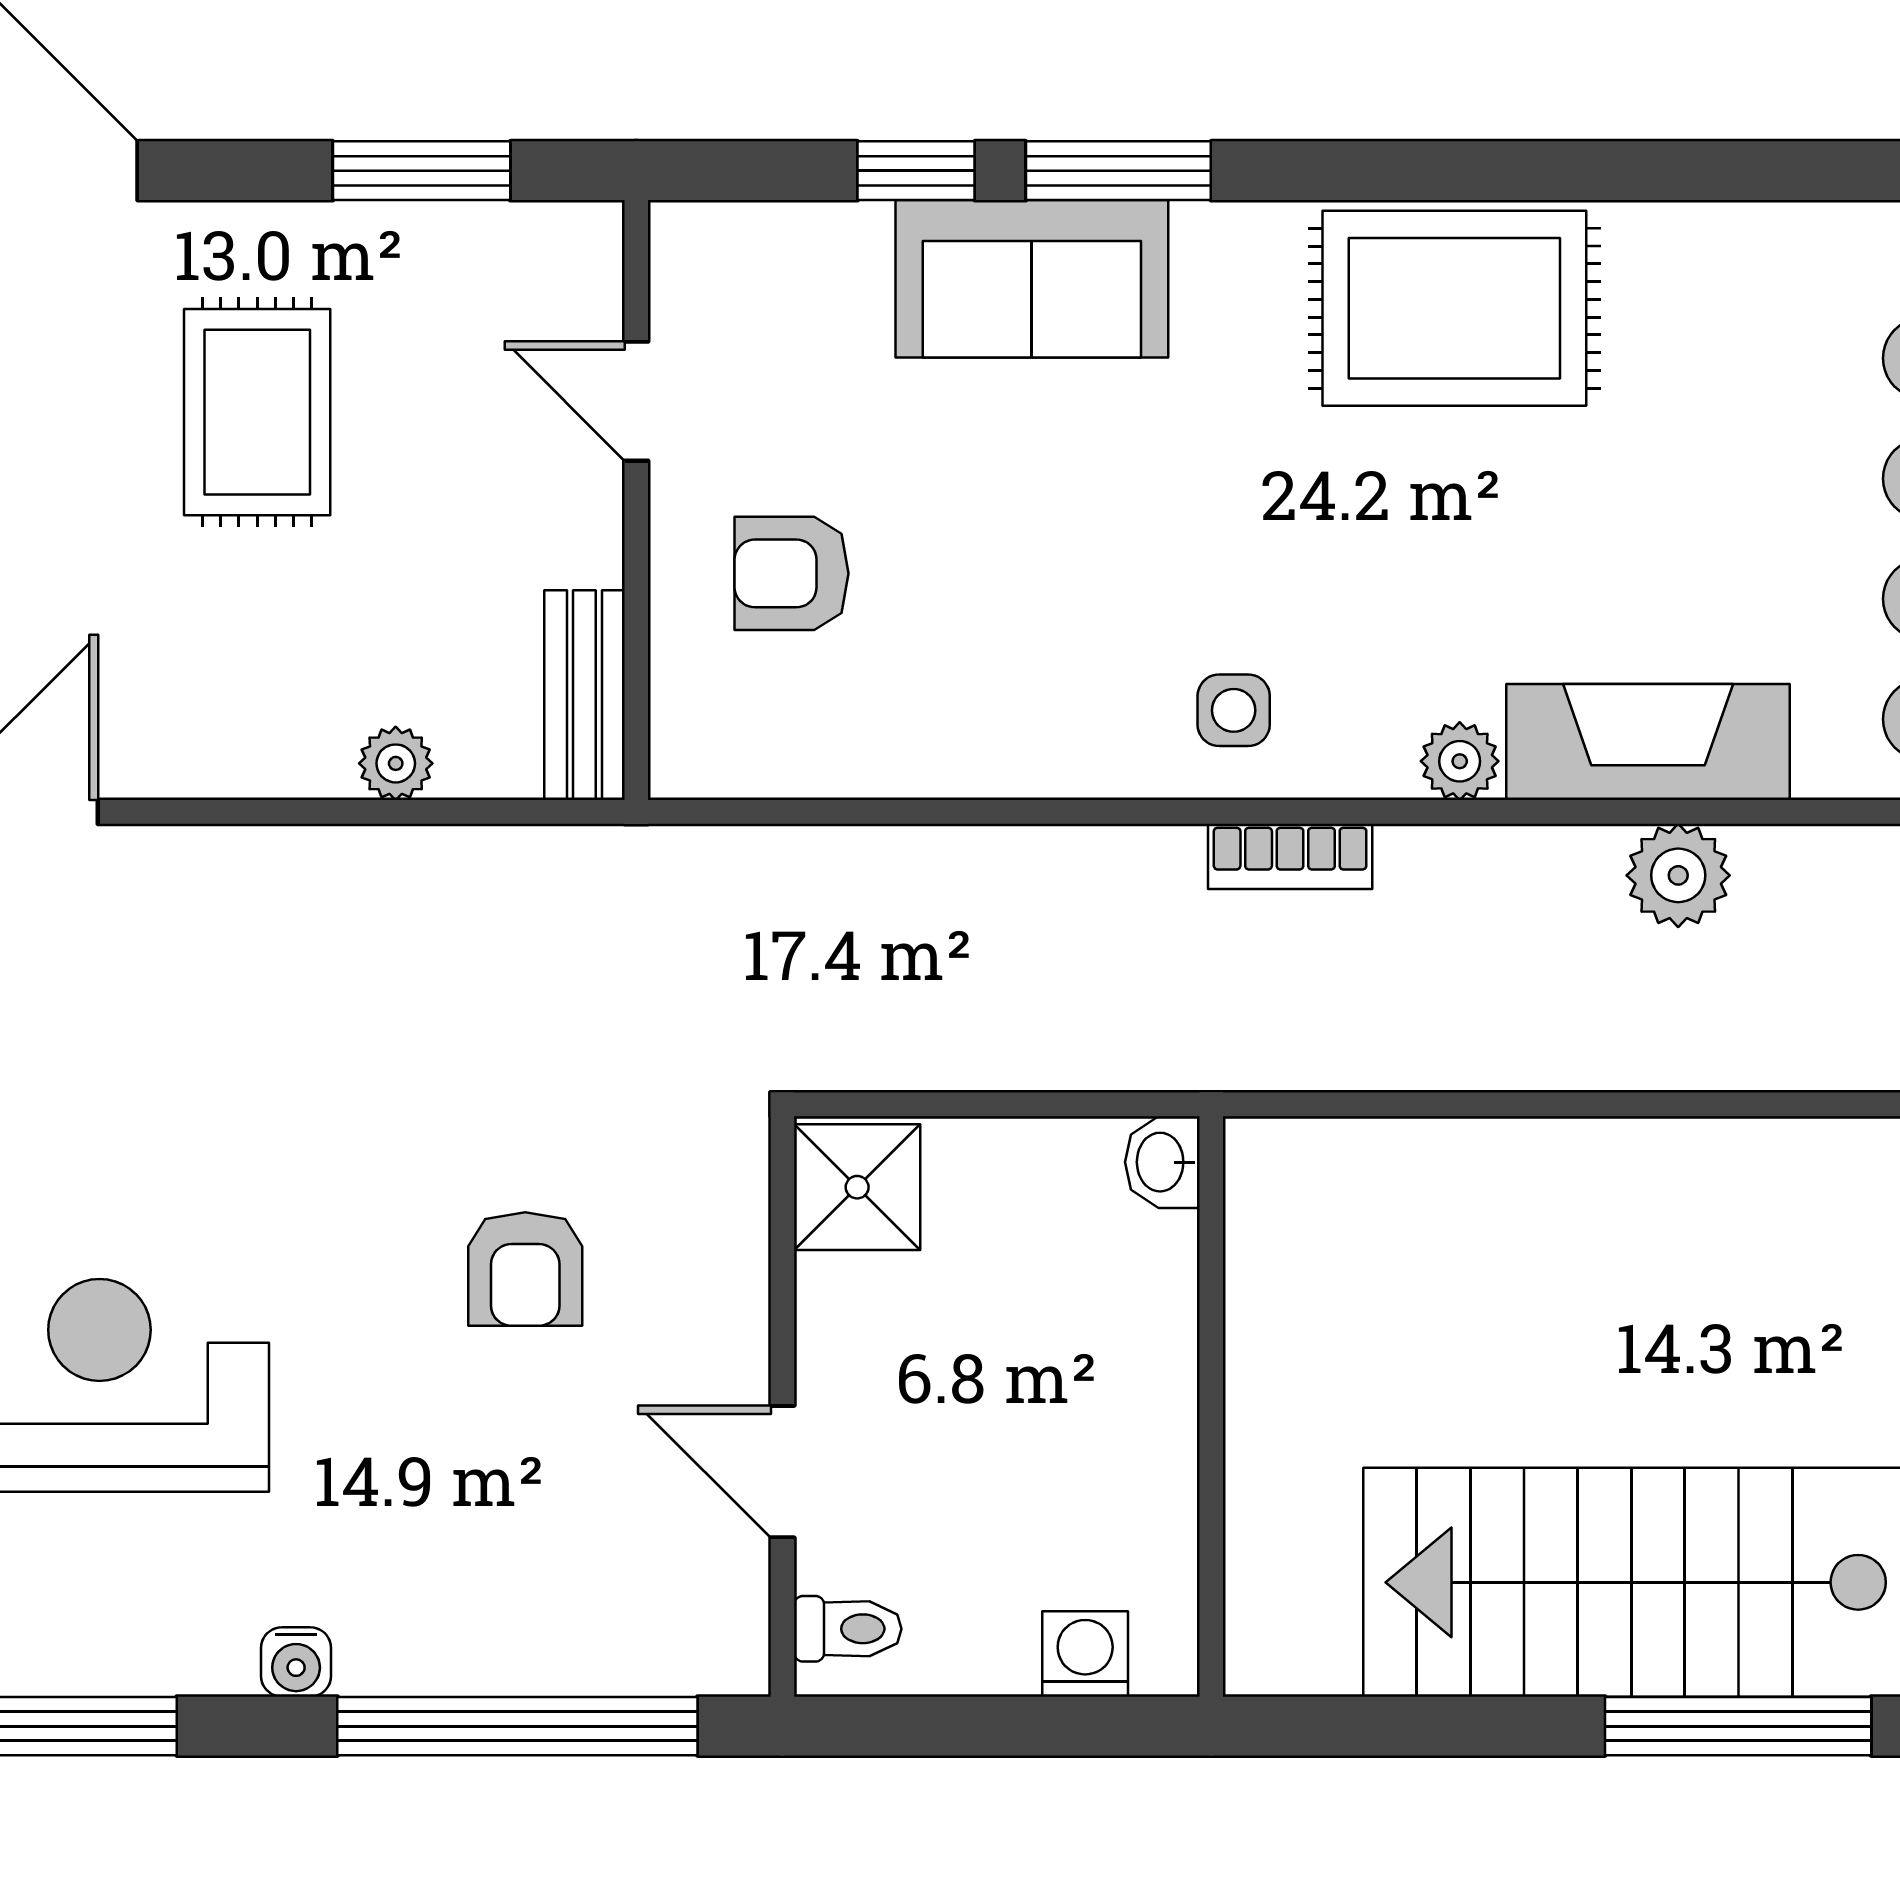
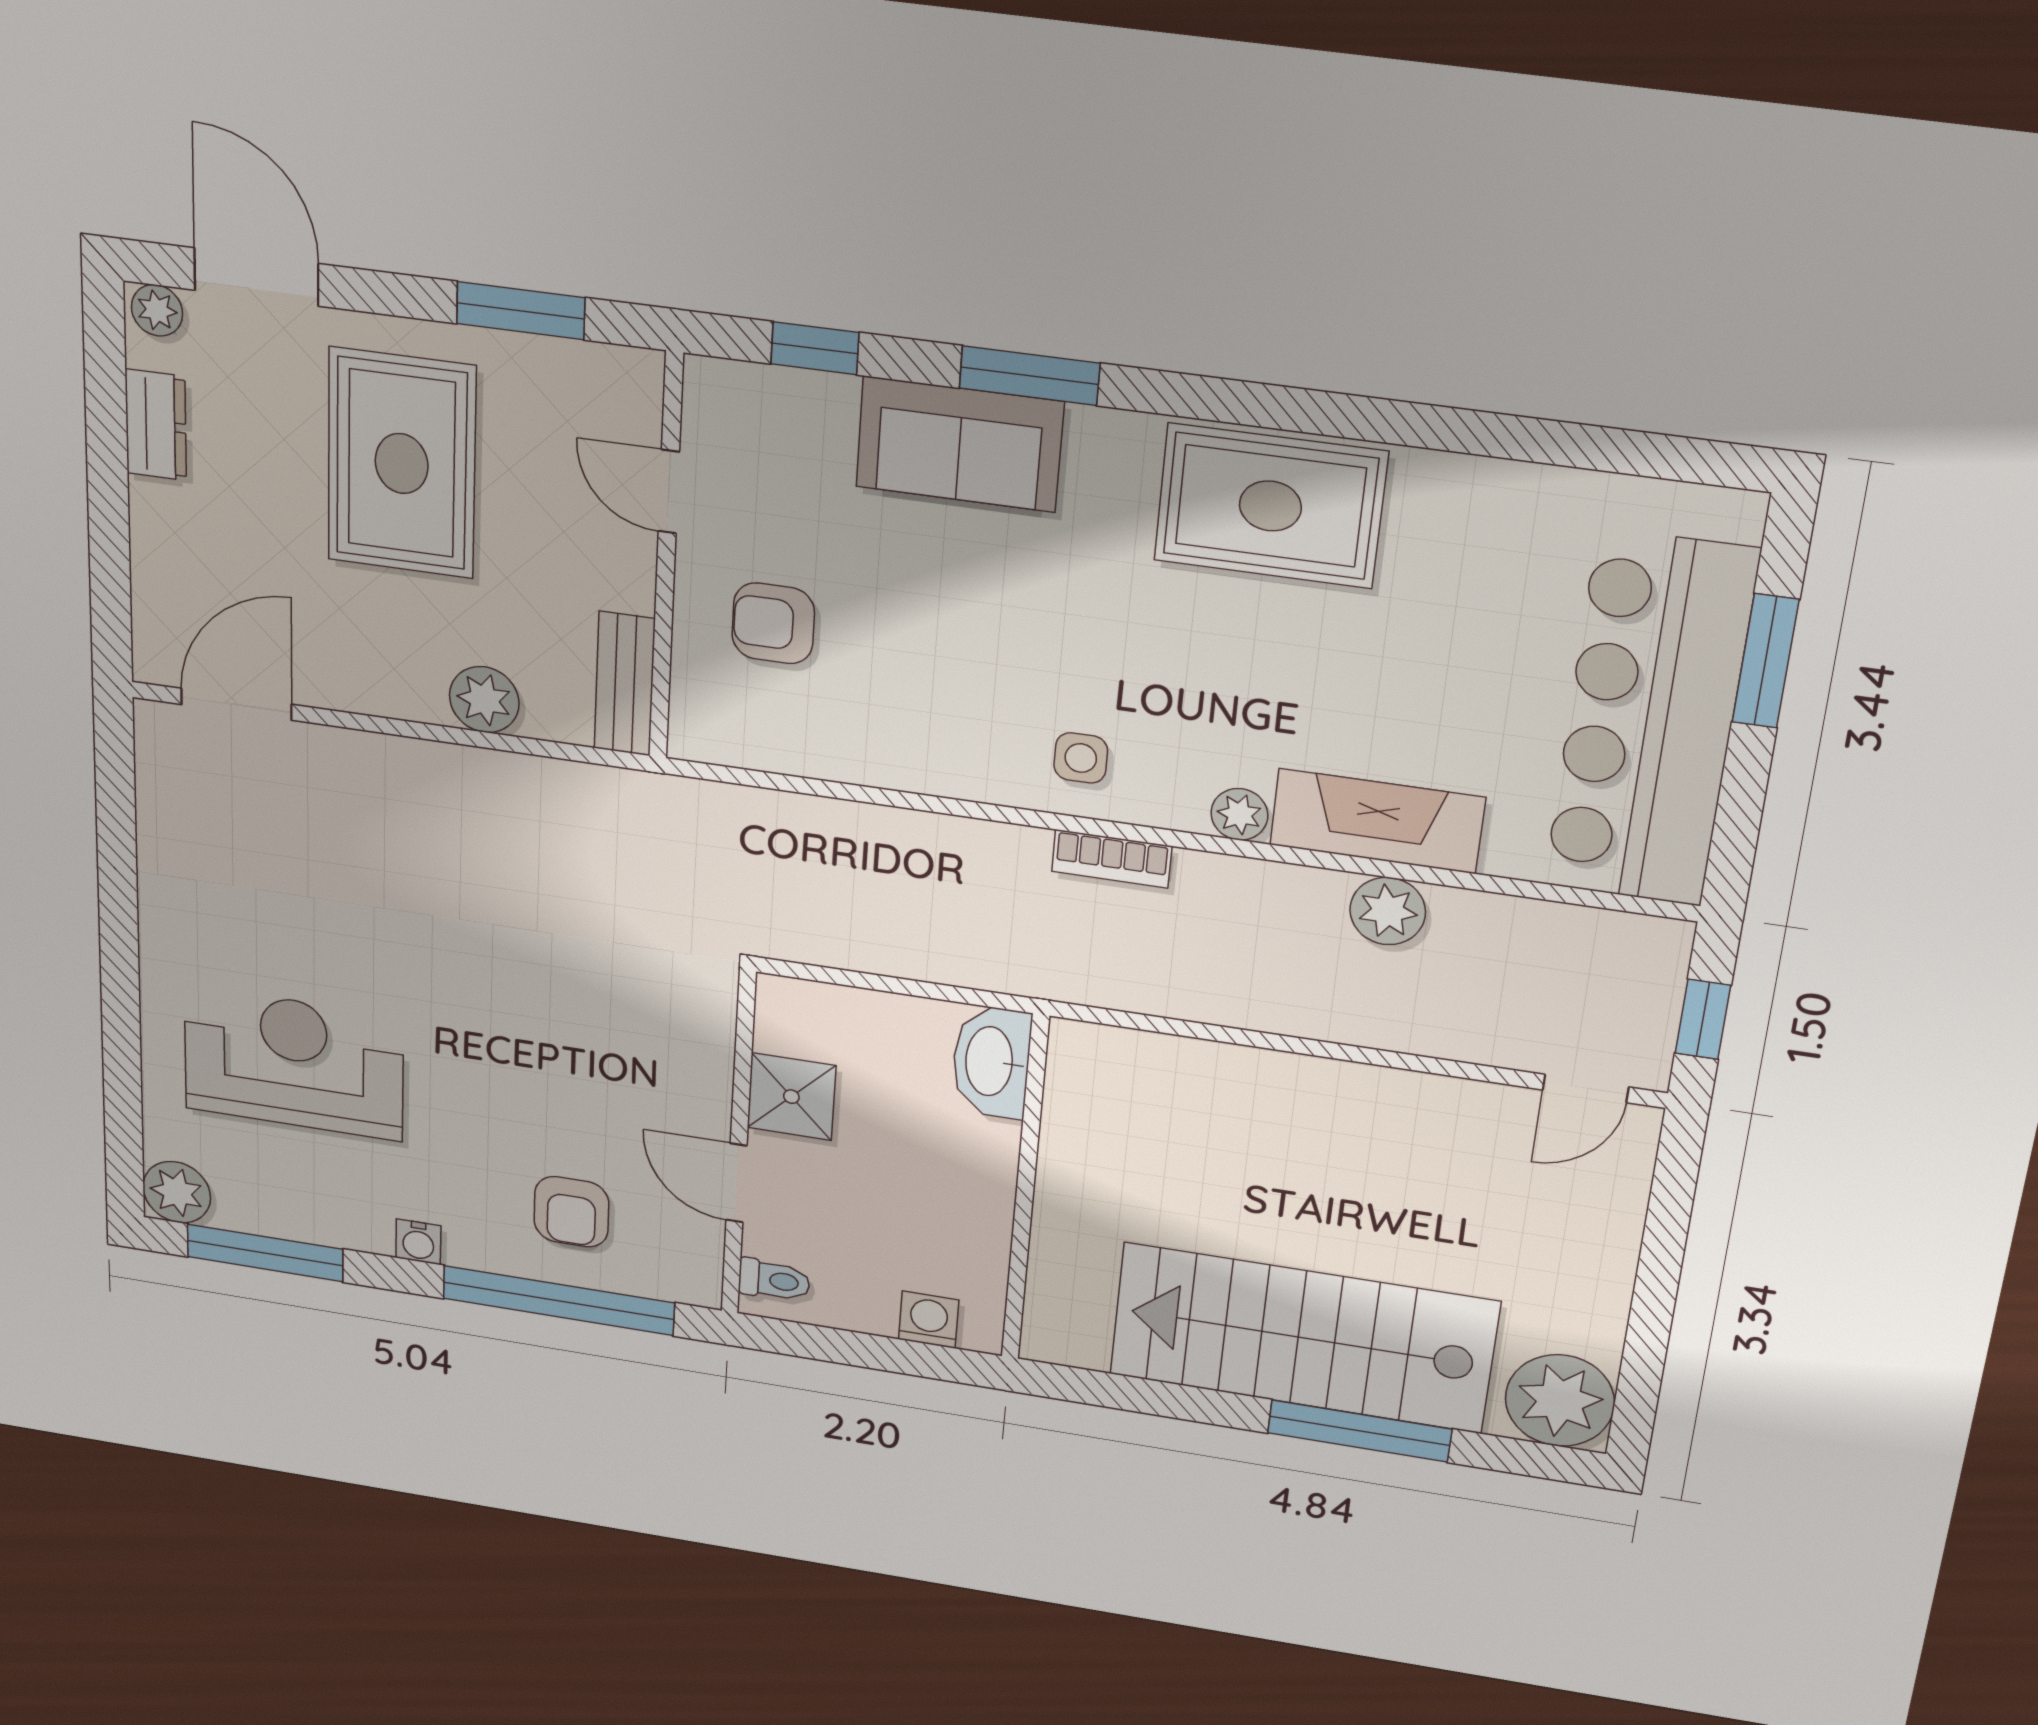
window: (916, 171) -> (815, 348), moved
rug: (257, 412) -> (402, 464), width x1.36, depth x1.43
plant: (396, 763) -> (484, 700), width x1.38, depth x1.38
washbasin: (1162, 1162) -> (991, 1062), width x1.91, depth x1.45
shower: (857, 1187) -> (791, 1097), moved
armchair: (525, 1269) -> (571, 1212), moved

